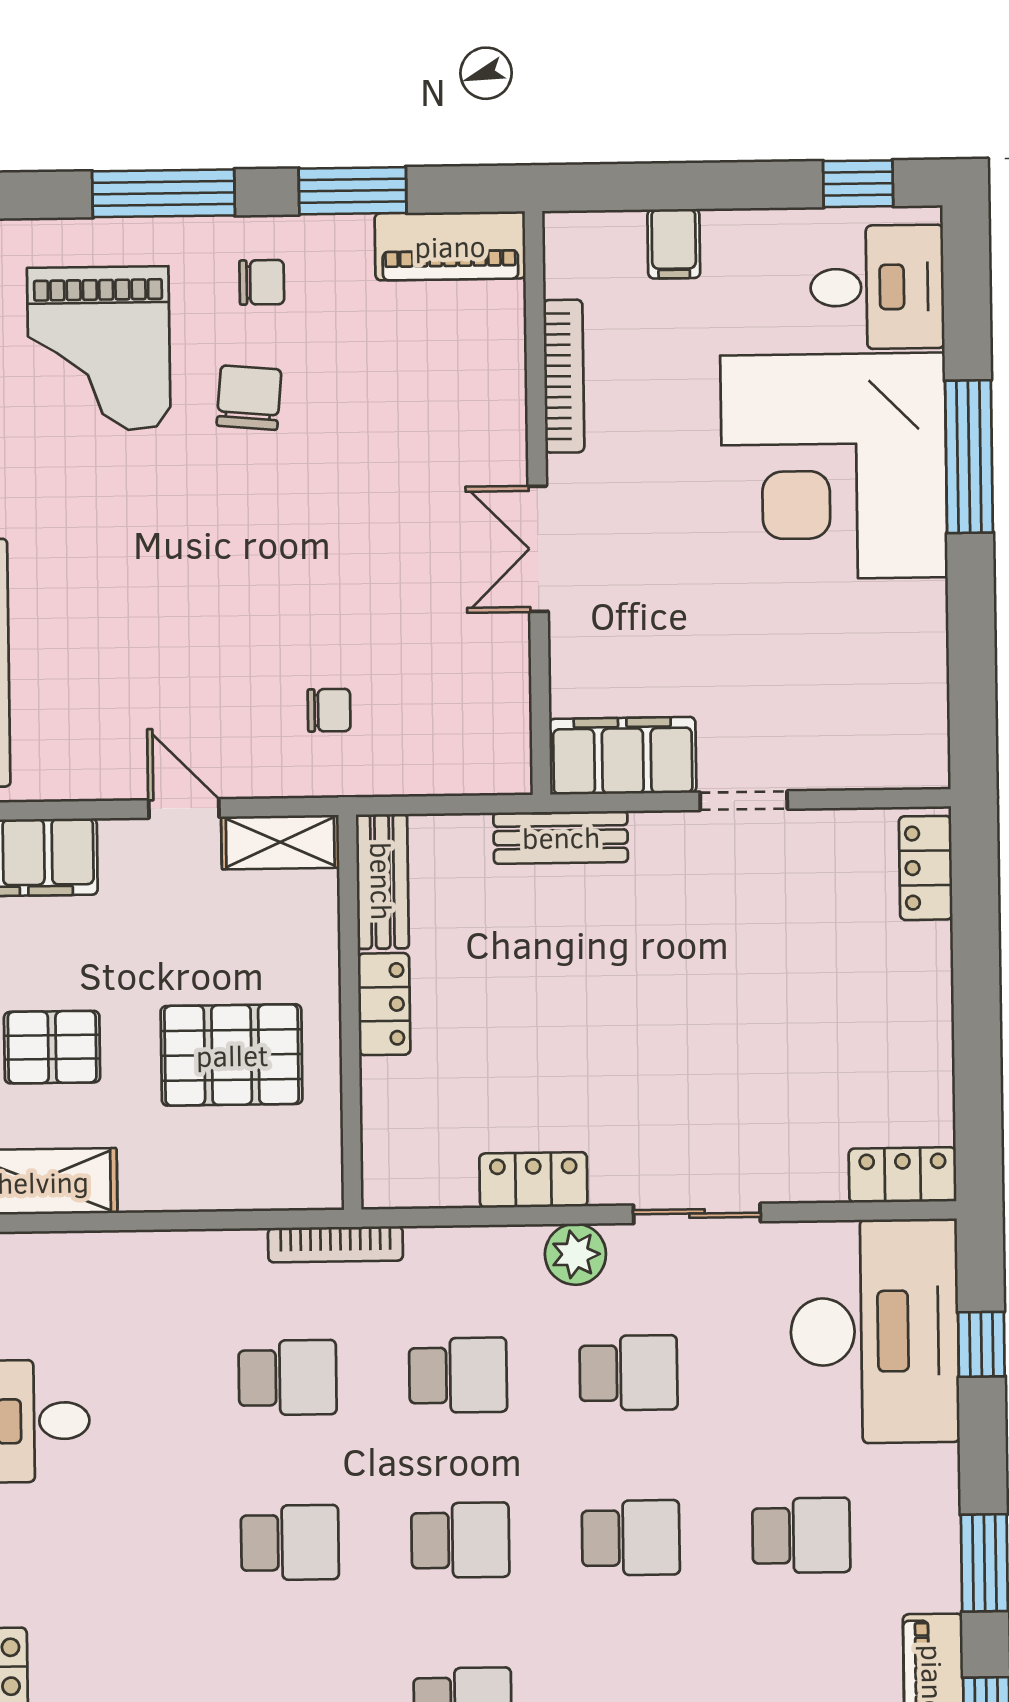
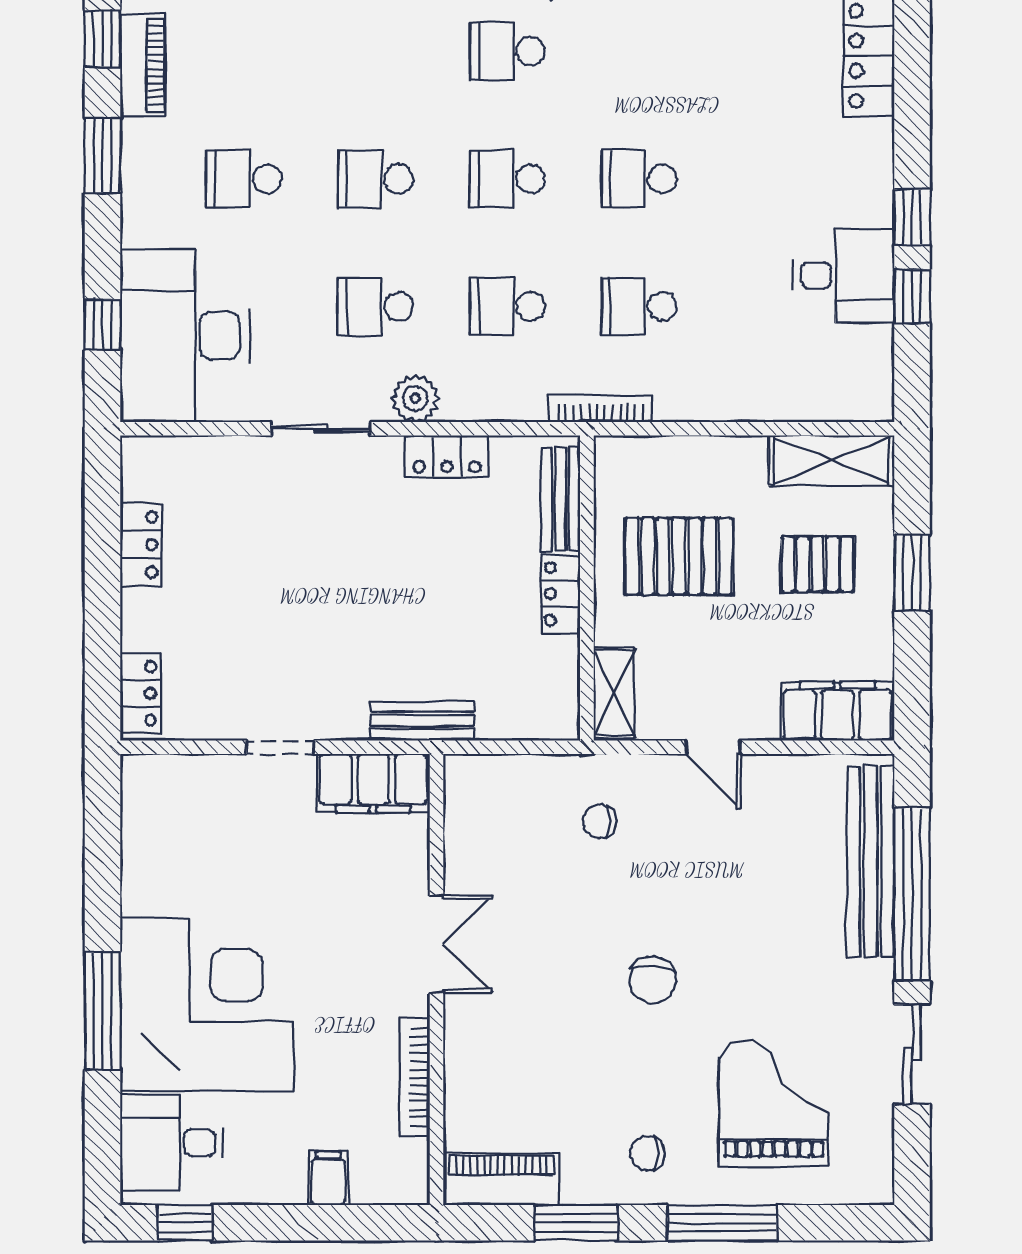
chair: (249, 398) -> (653, 980), moved
shelving: (280, 842) -> (614, 693), moved, turned 90
bench: (382, 881) -> (560, 499), moved
locker: (903, 1175) -> (141, 545), moved, turned -90

